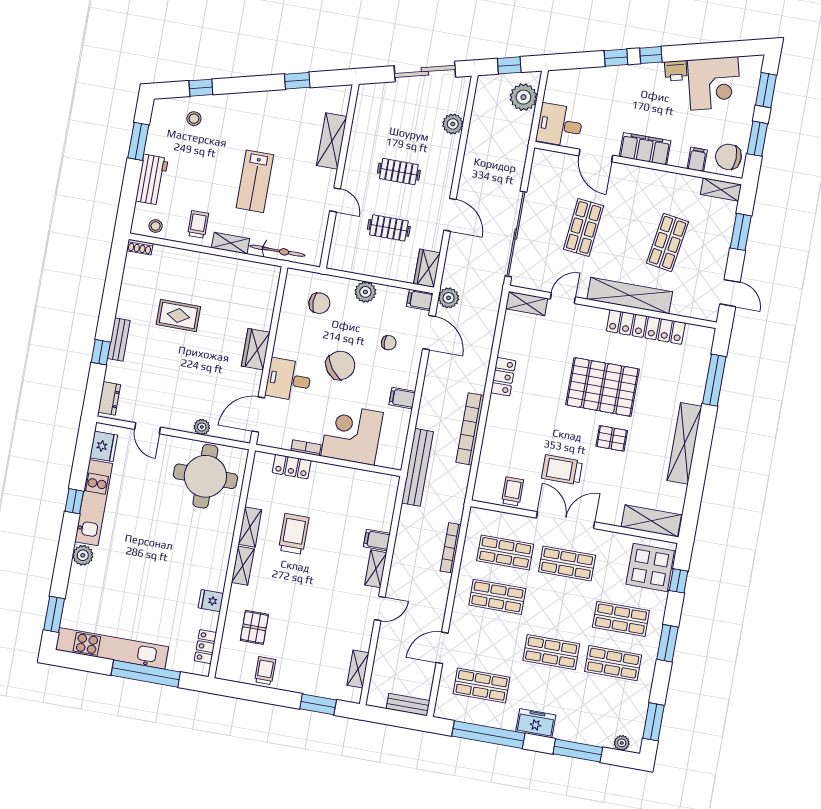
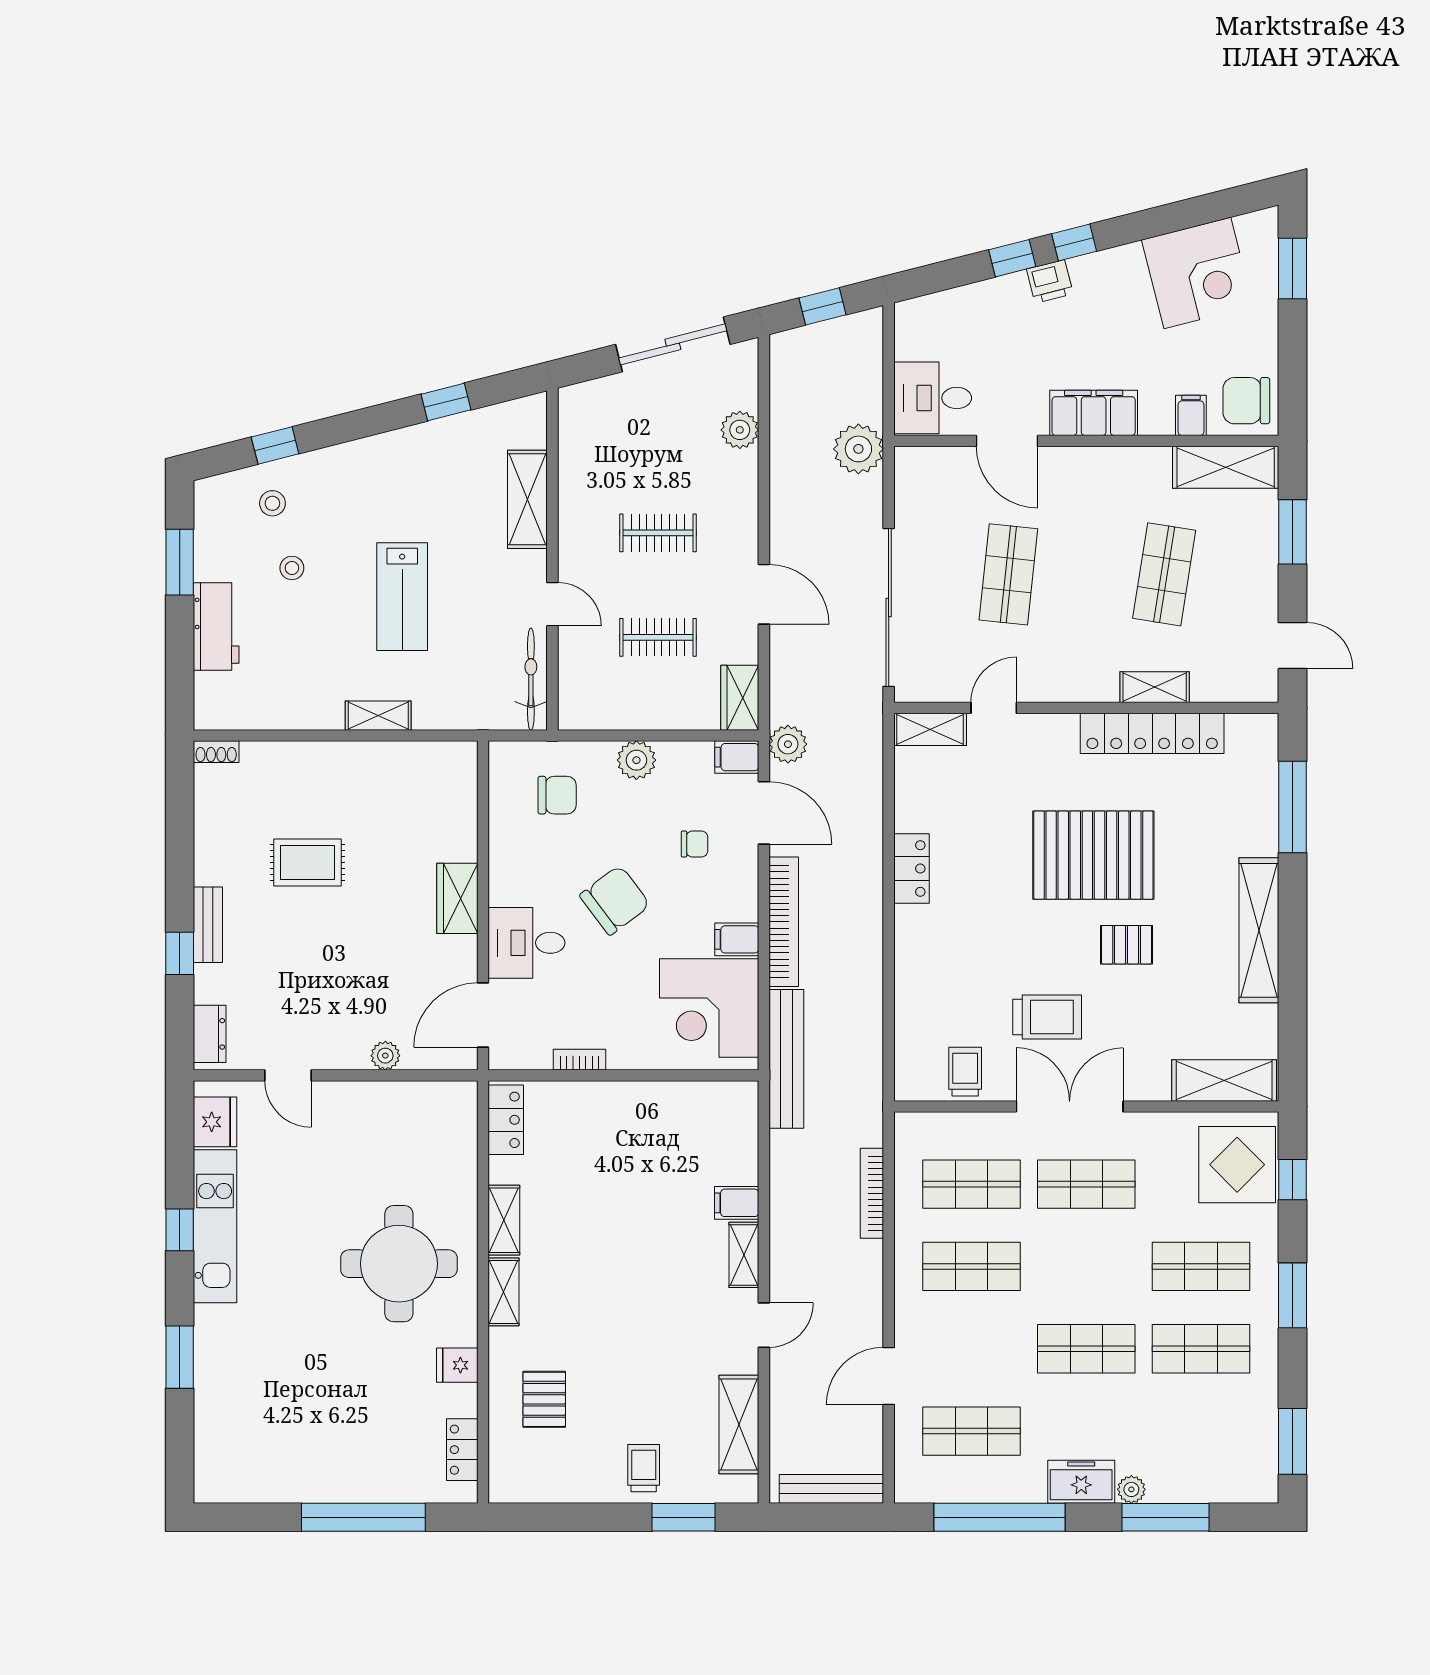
printer: (676, 71) -> (1050, 281), moved
plant: (523, 97) -> (858, 449), moved
window: (757, 139) -> (1293, 359), removed
shelving: (721, 190) -> (1226, 467), width x1.50, depth x1.33
trolley: (198, 224) -> (314, 692), removed
stool: (156, 226) -> (292, 568), moved
bicycle: (277, 251) -> (531, 679), moved, turned -90
shelving: (630, 296) -> (1155, 687), width x0.45, depth x0.75
bookcase: (470, 429) -> (784, 922), moved, turned 180
corner desk: (352, 434) -> (709, 1008), moved, turned -90
locker: (292, 467) -> (506, 1120), moved, turned -90
trolley: (562, 470) -> (1047, 1017), turned 180
round table: (205, 476) -> (399, 1264), moved
trolley: (294, 534) -> (585, 1218), removed
plant: (83, 555) -> (212, 1325), removed
window: (54, 614) -> (180, 1357), moved
kitchen unit: (112, 648) -> (295, 1483), removed
shelving: (358, 669) -> (739, 1424), width x1.50, depth x1.33
trolley: (265, 671) -> (644, 1468), moved
bench: (408, 705) -> (831, 1489), width x1.36
plant: (622, 743) -> (1131, 1489), moved

